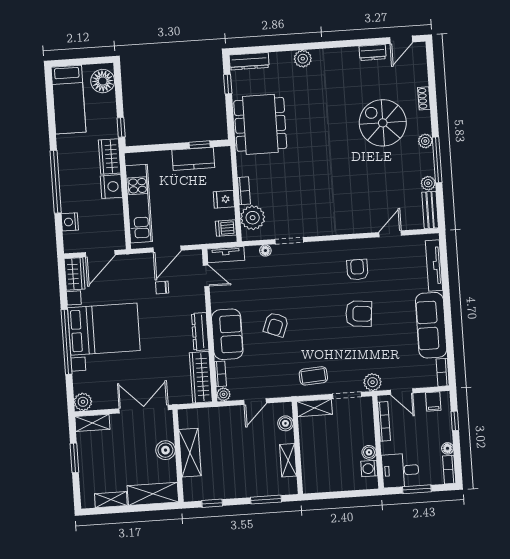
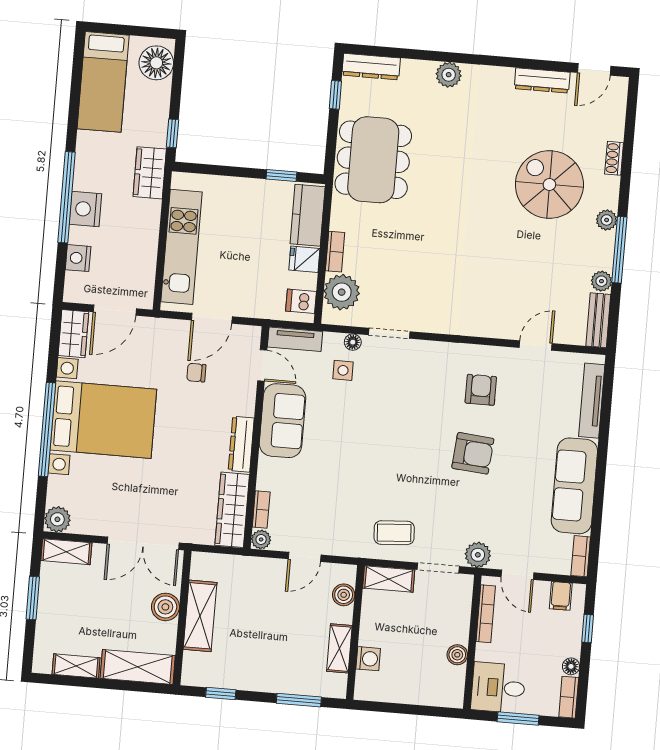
dresser: (373, 52) -> (542, 80), width x1.44
kitchen counter: (193, 159) -> (308, 215), moved, turned 90
nightstand: (111, 187) -> (85, 209), moved, turned 180
side table: (262, 271) -> (343, 370), added
armchair: (276, 324) -> (352, 451), removed
sofa: (227, 334) -> (283, 421), moved
double door: (144, 409) -> (143, 543), swing flipped
washing machine: (369, 469) -> (368, 659), moved, turned 180

